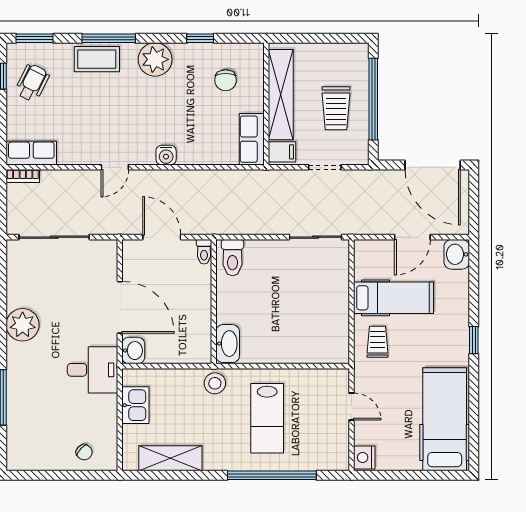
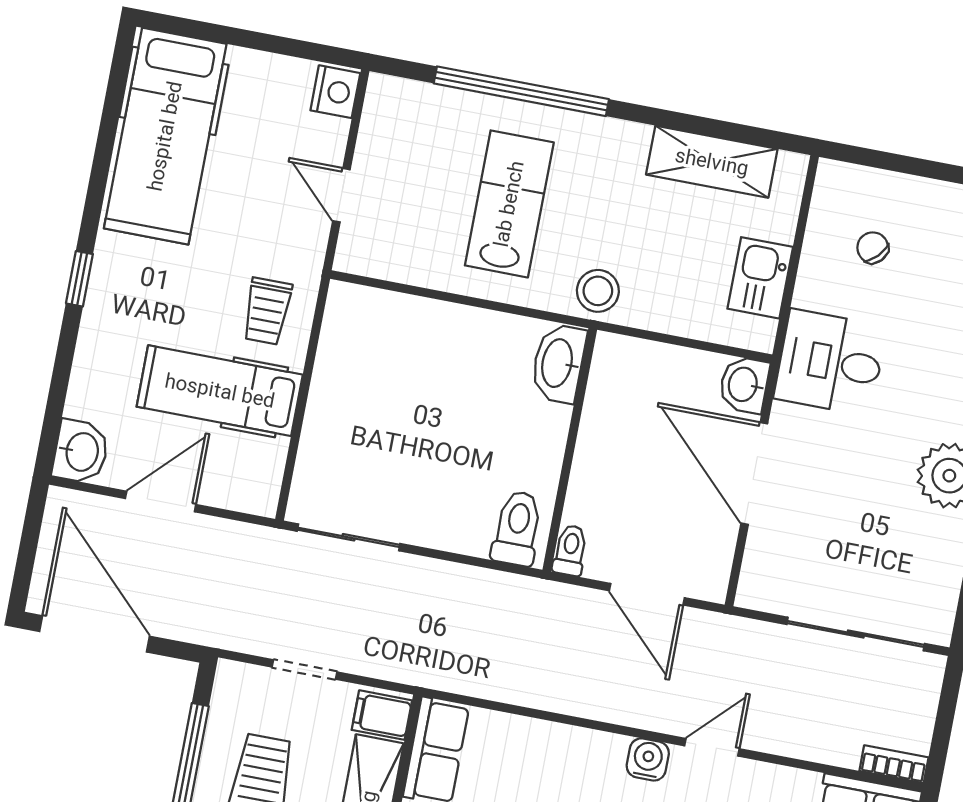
water cooler: (166, 155) -> (648, 759), moved
chair: (84, 452) -> (873, 248), moved

